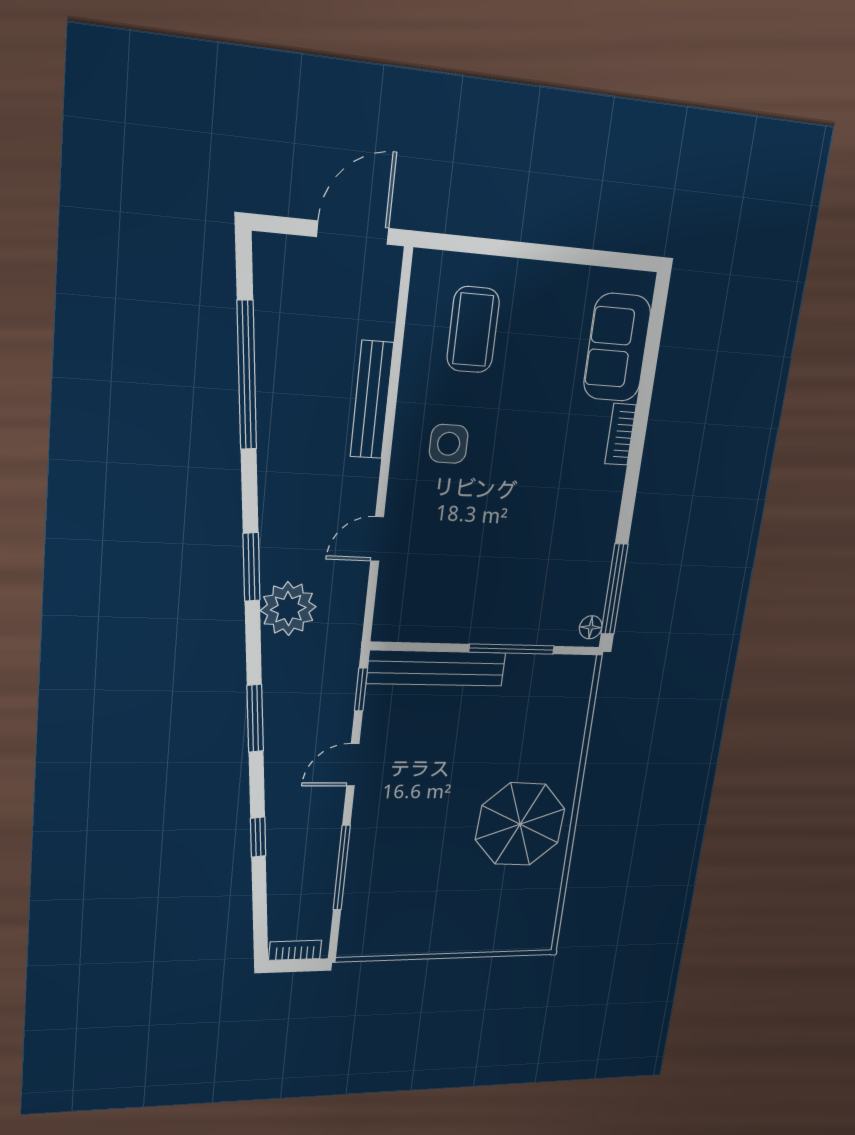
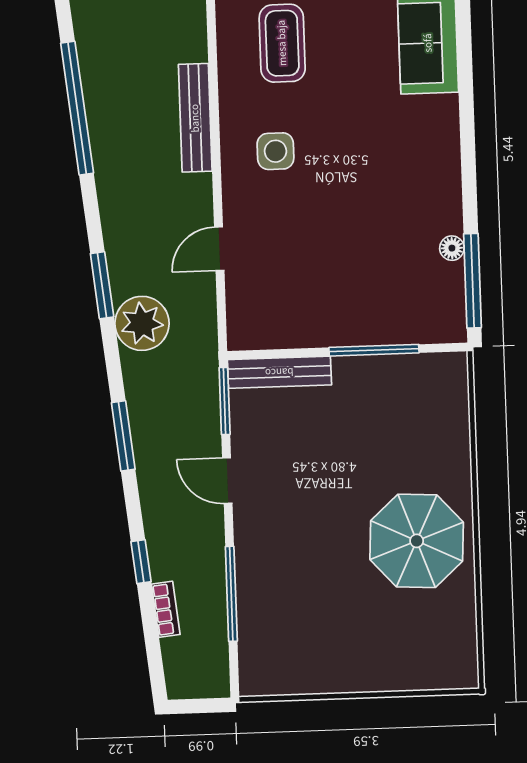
bookcase: (620, 434) -> (448, 125), removed
floor lamp: (591, 627) -> (452, 248), moved
bench: (436, 668) -> (279, 372), width x0.73, depth x0.82
window: (361, 689) -> (225, 401), width x1.50
door: (353, 765) -> (227, 481), hinge flipped
bookcase: (295, 950) -> (166, 609), moved, turned 84

